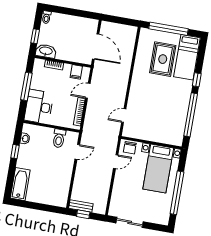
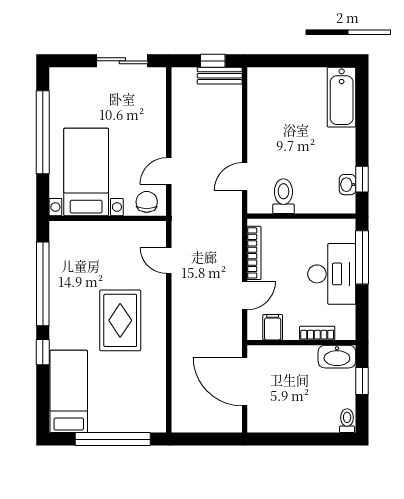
rug: (163, 59) -> (120, 320), moved
window: (26, 86) -> (362, 257), moved
desk: (39, 107) -> (332, 274), moved
door: (124, 116) -> (169, 260), swing flipped
window: (15, 152) -> (362, 179), moved

